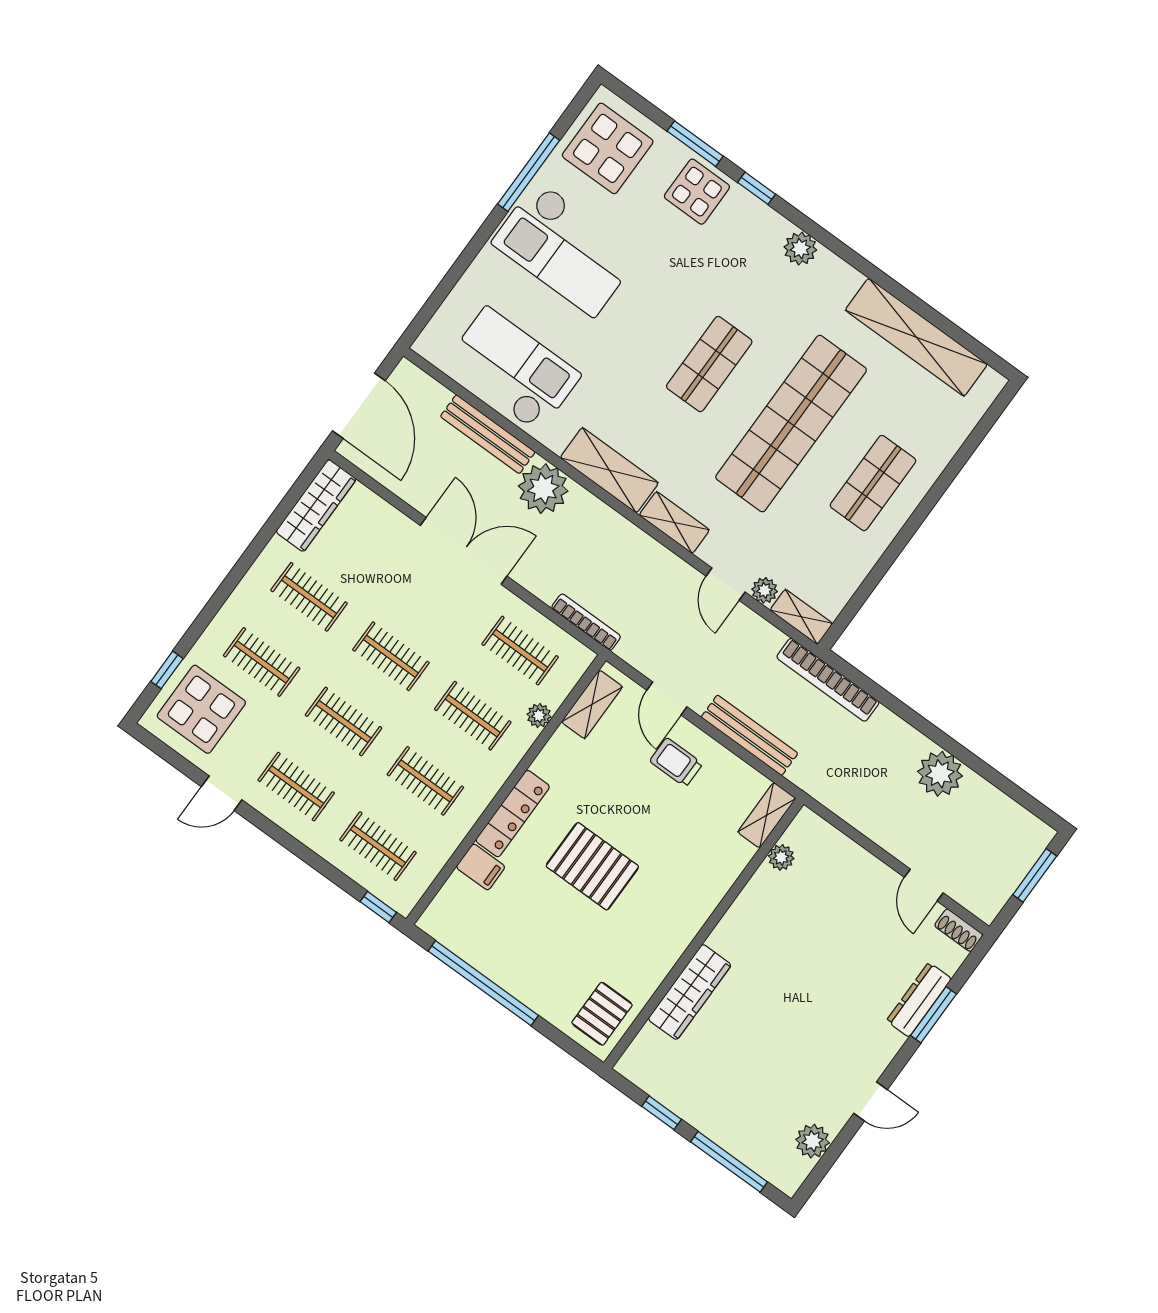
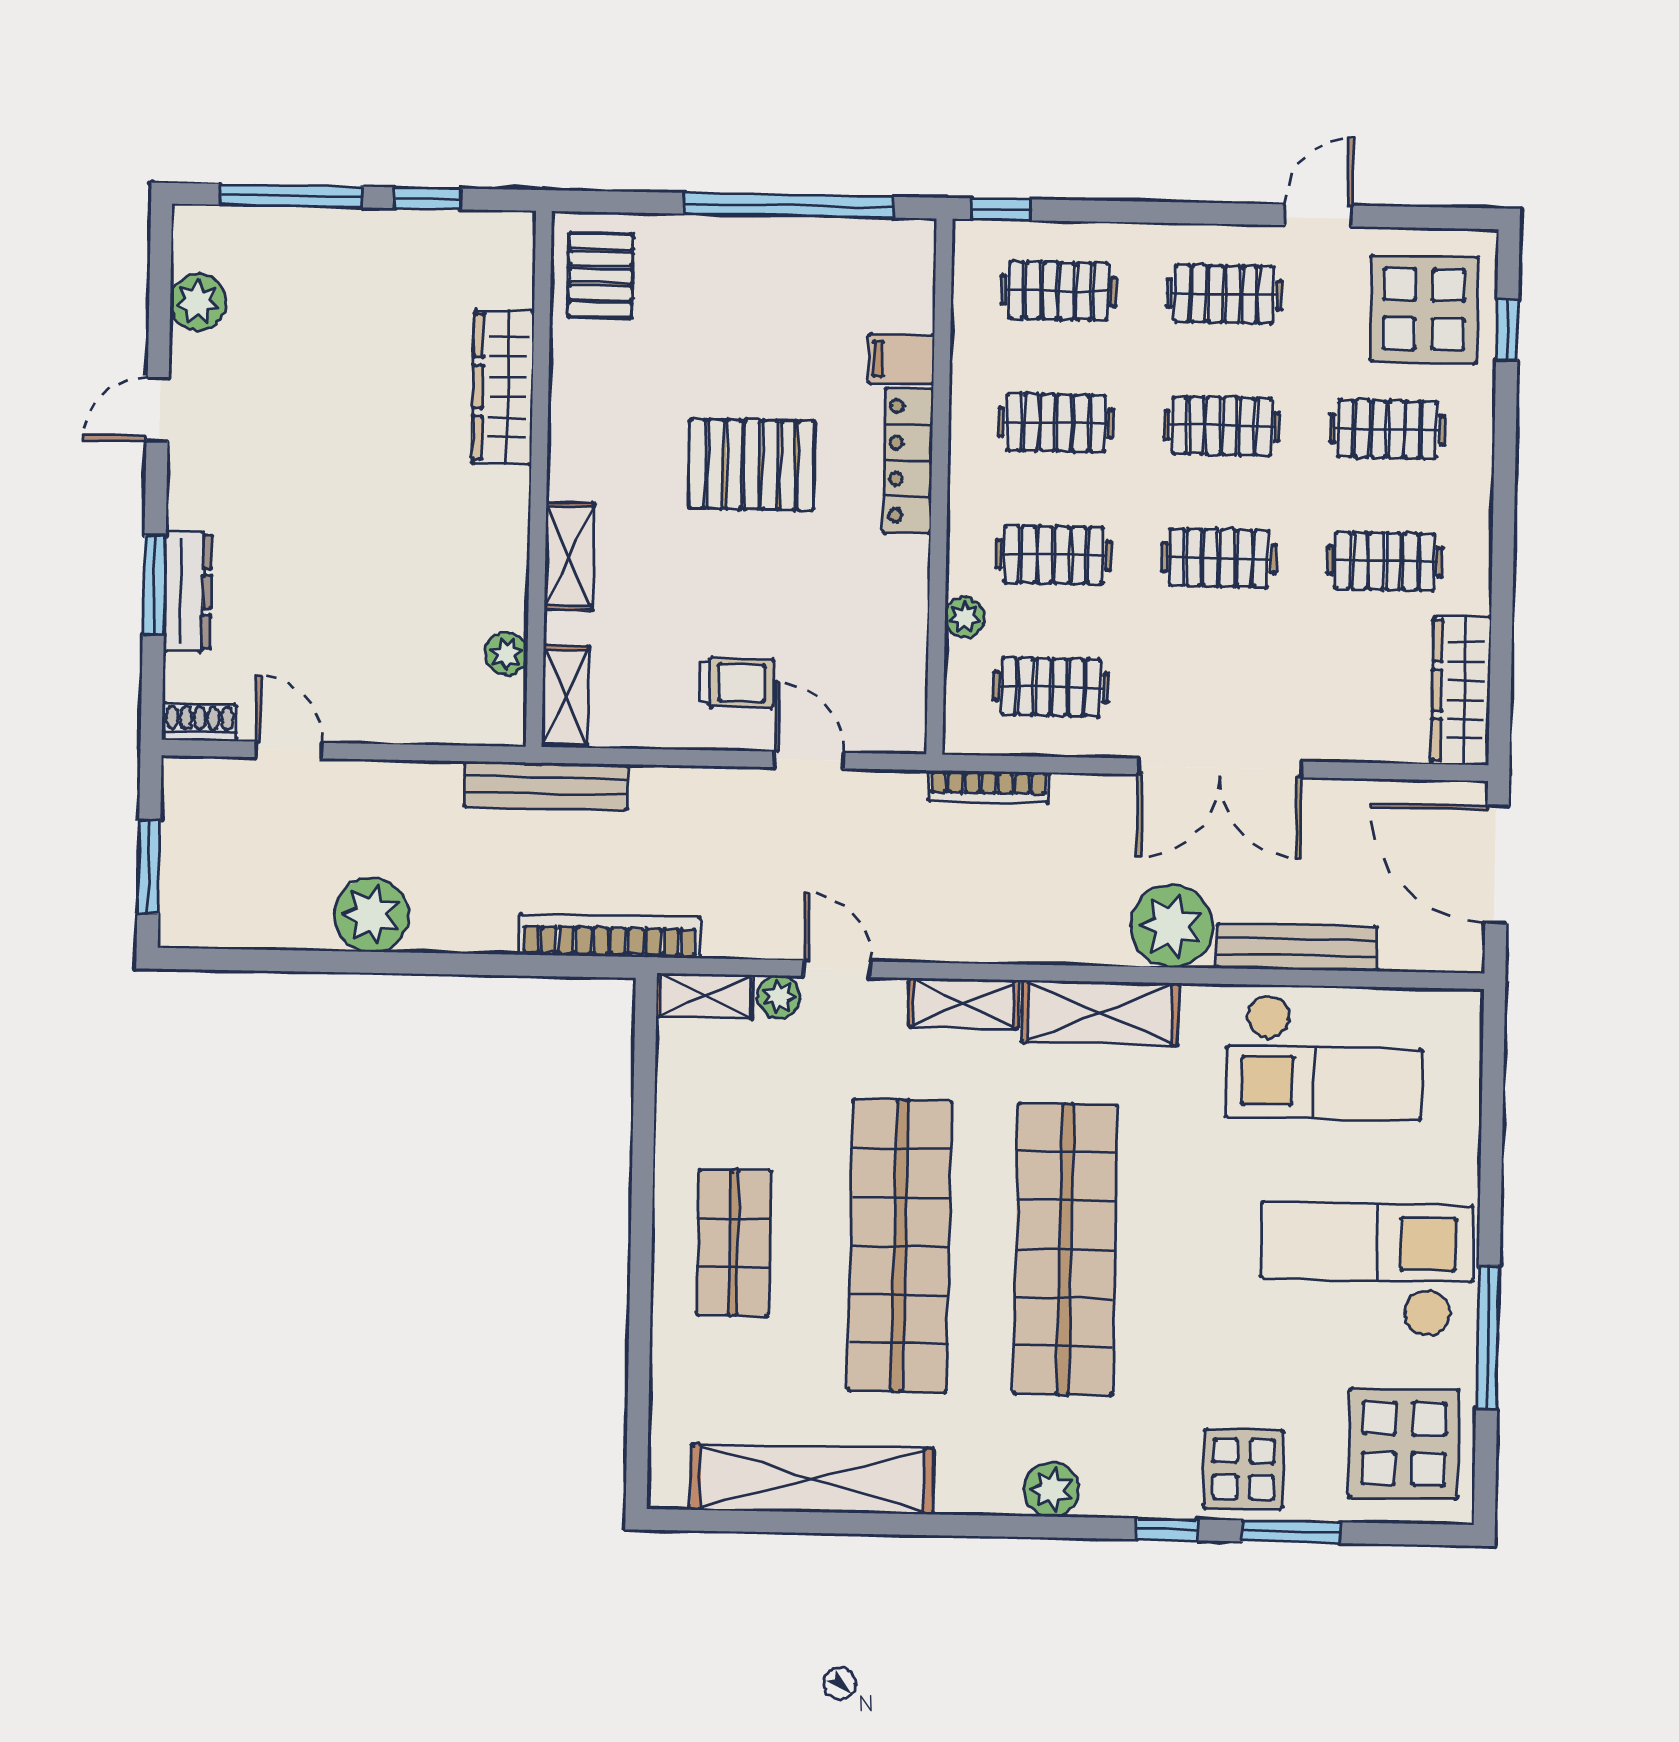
shop shelf: (709, 364) -> (1065, 1249), width x2.00, depth x1.36
shelving: (592, 704) -> (569, 557), moved
bench: (749, 735) -> (546, 786), moved

